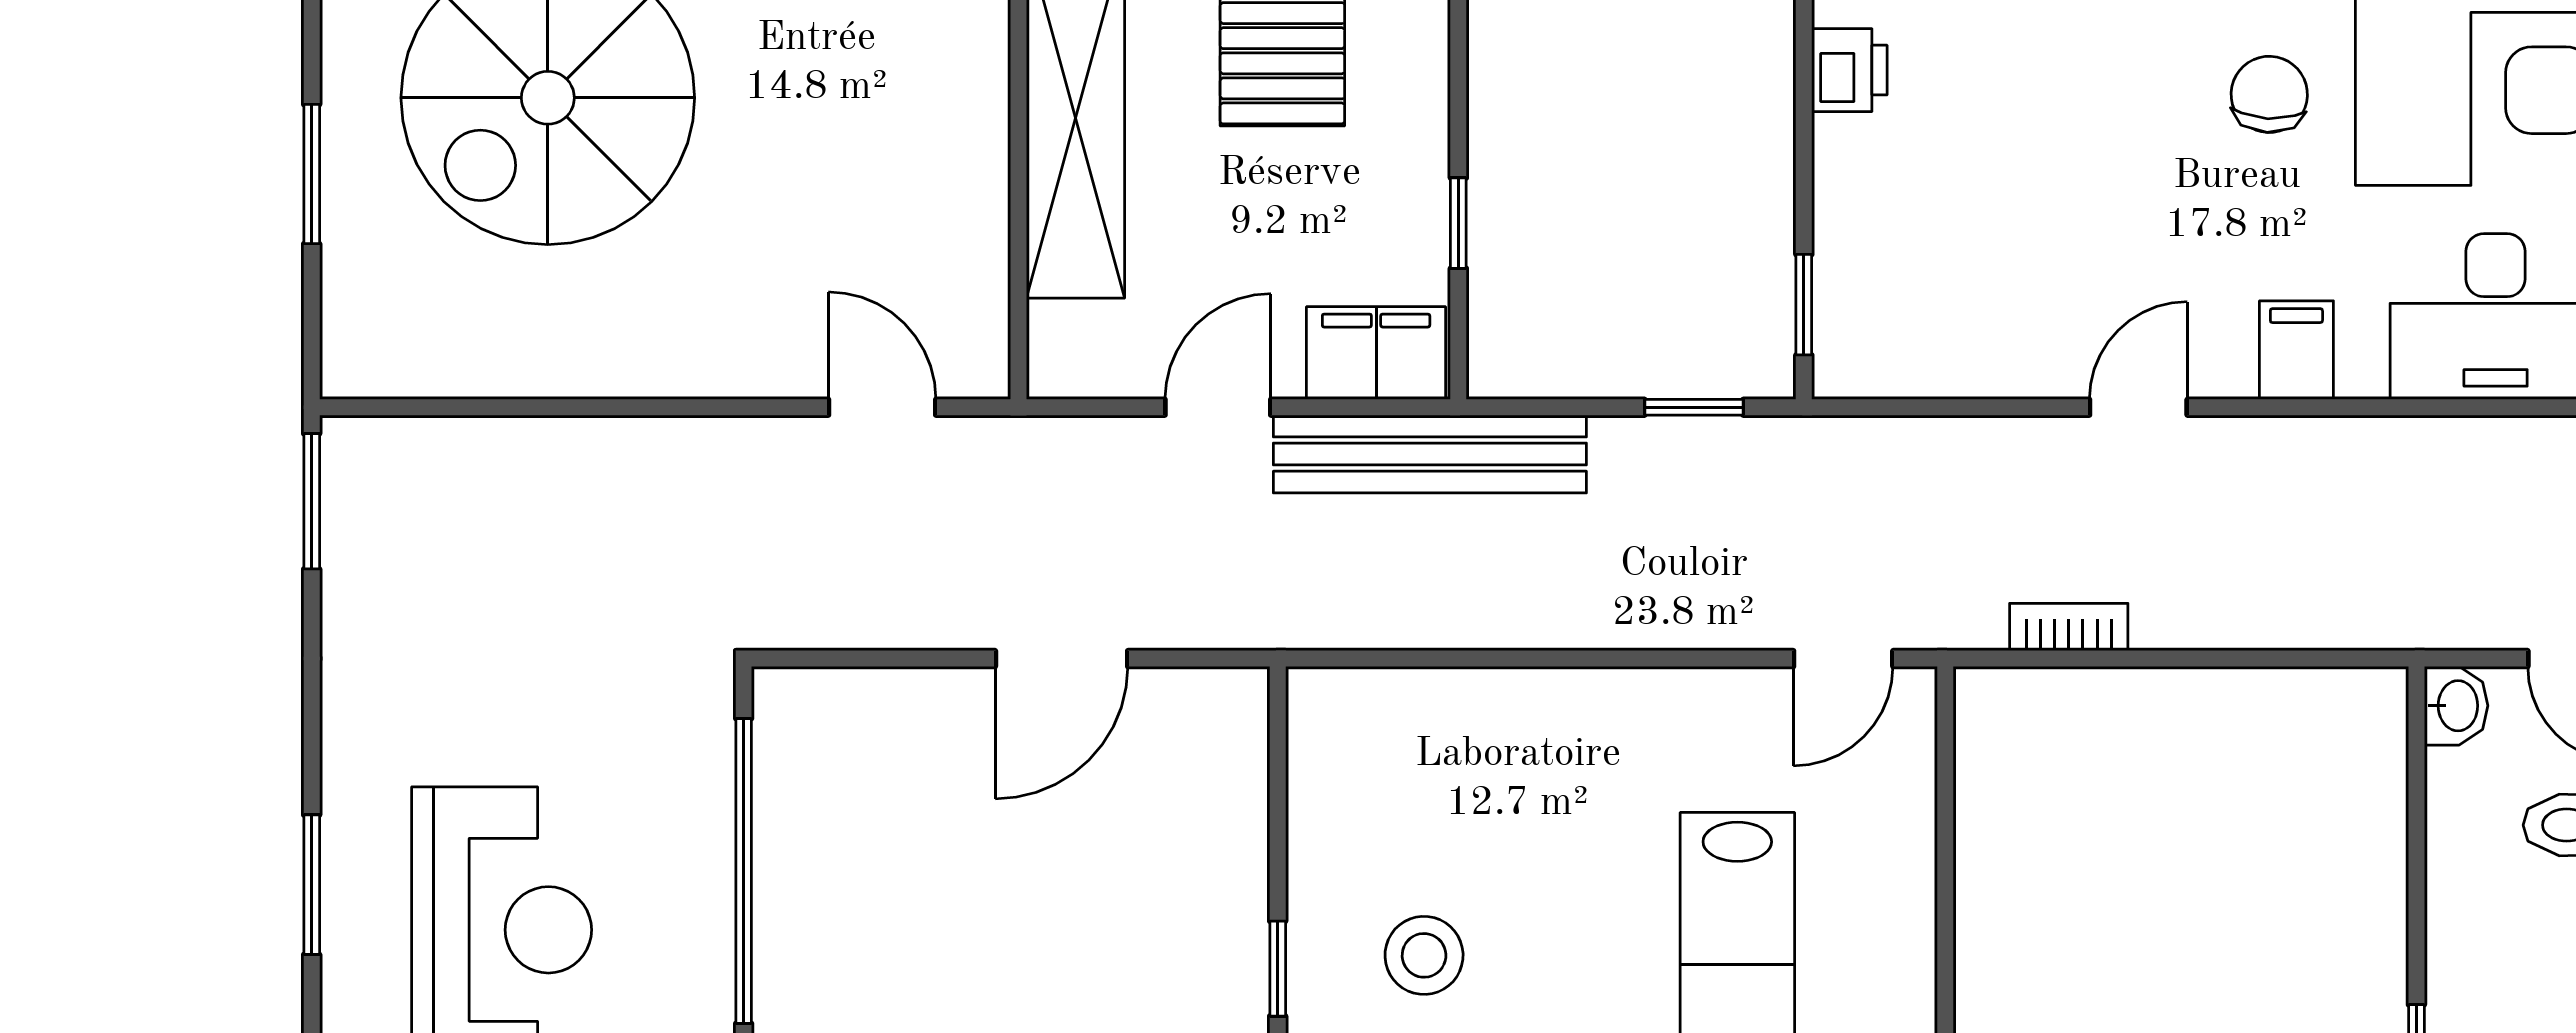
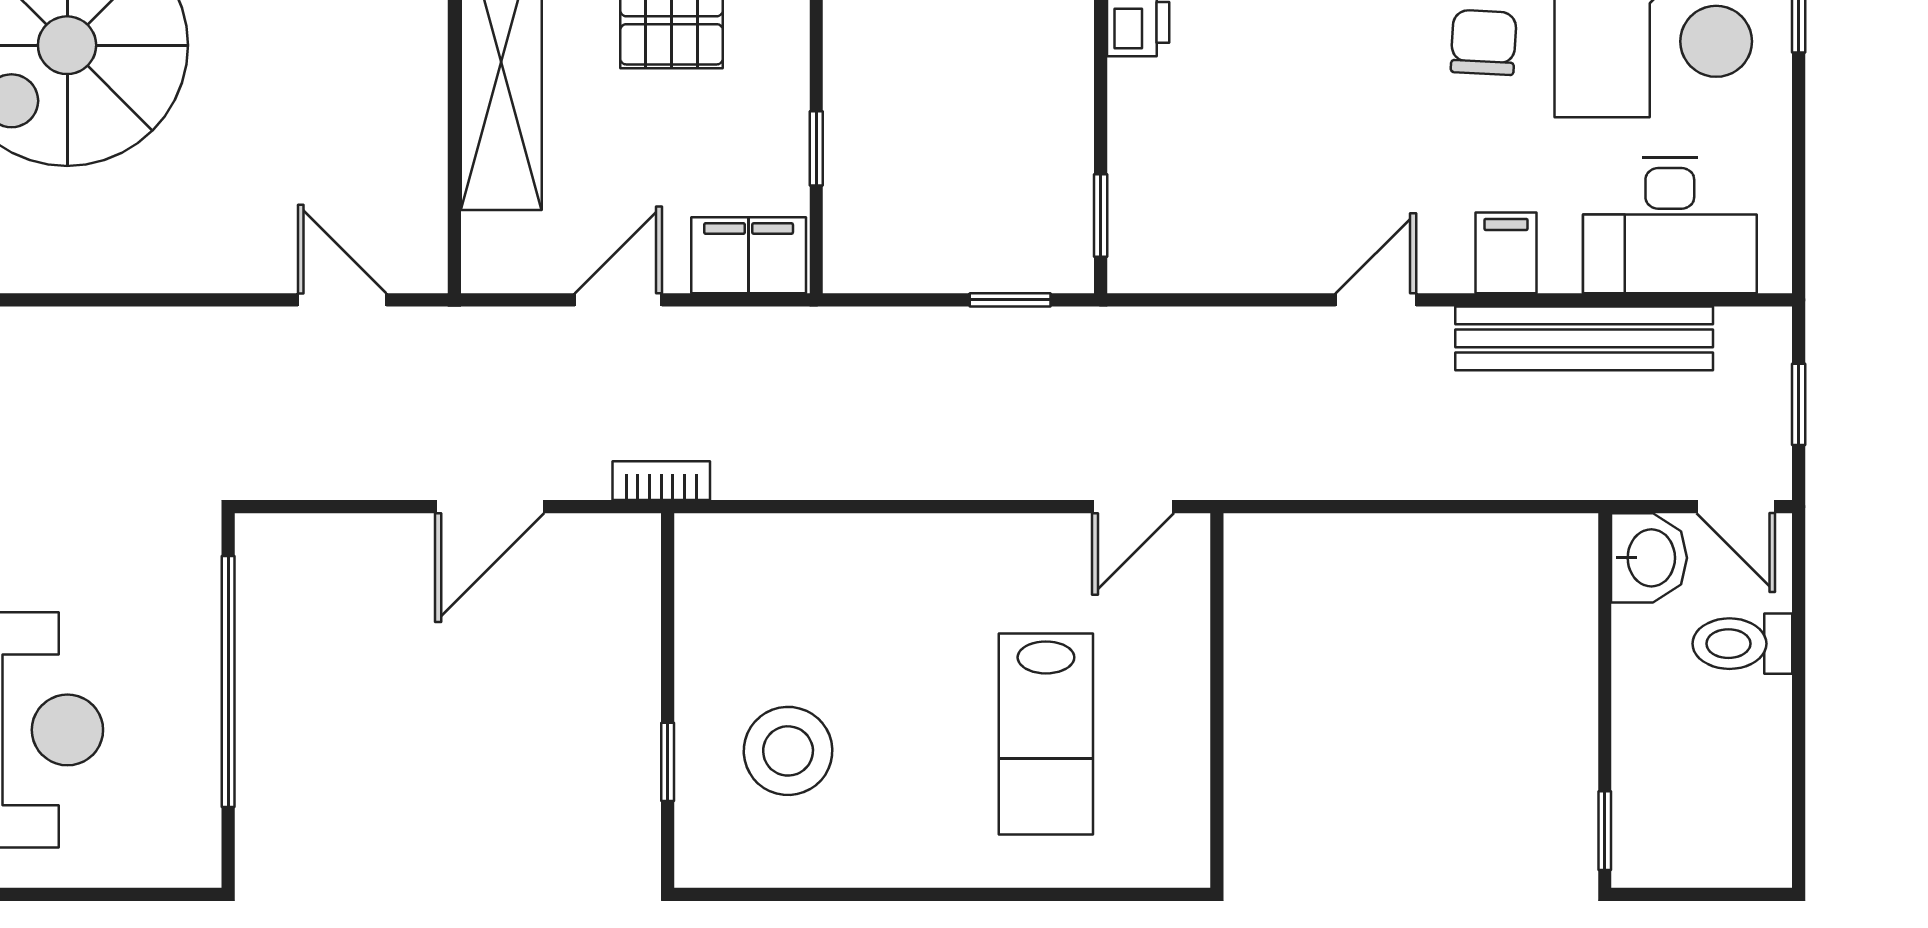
bench: (1430, 454) -> (1584, 338), moved
bookcase: (2069, 627) -> (661, 481), moved
washbasin: (2456, 706) -> (1649, 558), width x1.38, depth x1.45
stool: (1424, 955) -> (788, 751), width x1.38, depth x1.38

